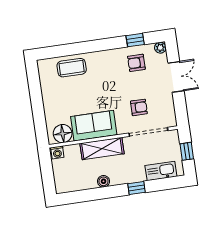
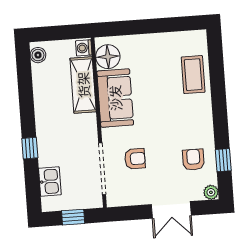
armchair: (139, 107) -> (135, 159), turned -90
shelving: (102, 149) -> (83, 85), moved
kitchen sink: (161, 171) -> (50, 181), width x0.73
boiler: (103, 181) -> (38, 55), moved

